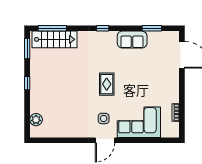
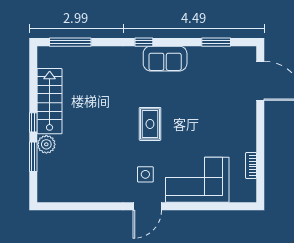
stairs: (54, 39) -> (50, 101), moved, turned -90
sofa: (132, 40) -> (165, 59), moved
window: (27, 49) -> (33, 157), moved
plant: (36, 120) -> (46, 144), moved

